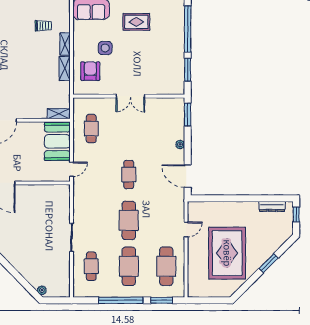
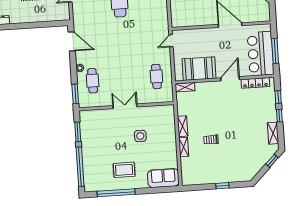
trolley: (43, 26) -> (211, 140), moved
side table: (105, 48) -> (140, 136), moved
armchair: (90, 71) -> (160, 125), removed
booth: (57, 141) -> (199, 69), moved, turned 90
cafe table: (129, 174) -> (93, 81), moved

